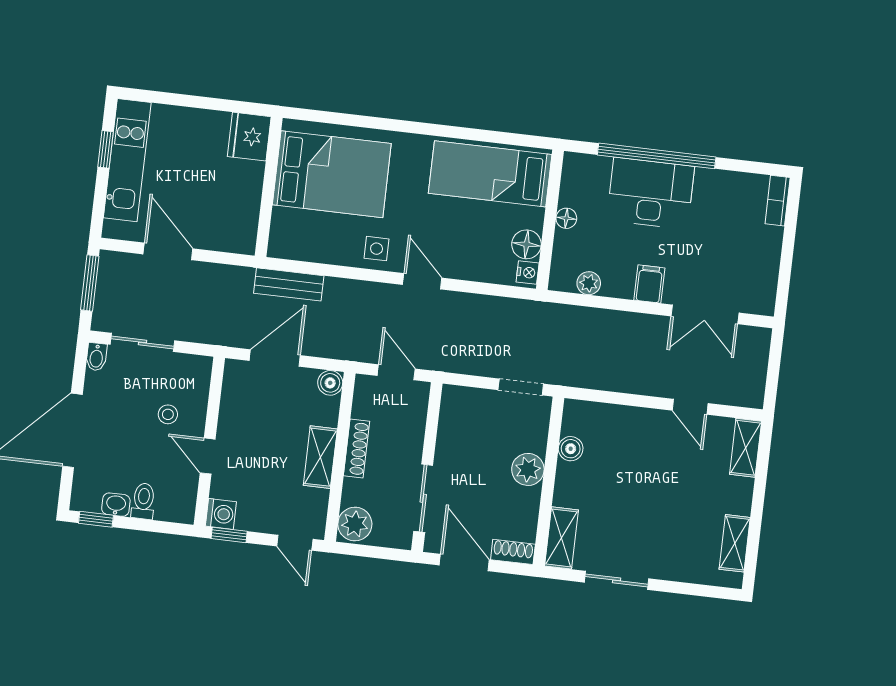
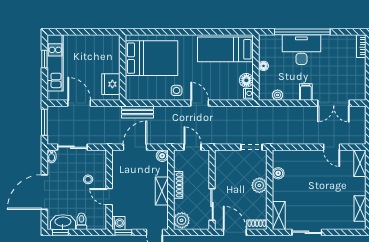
fridge: (249, 137) -> (111, 84), moved
washbasin: (116, 505) -> (63, 222), width x1.91, depth x1.45

